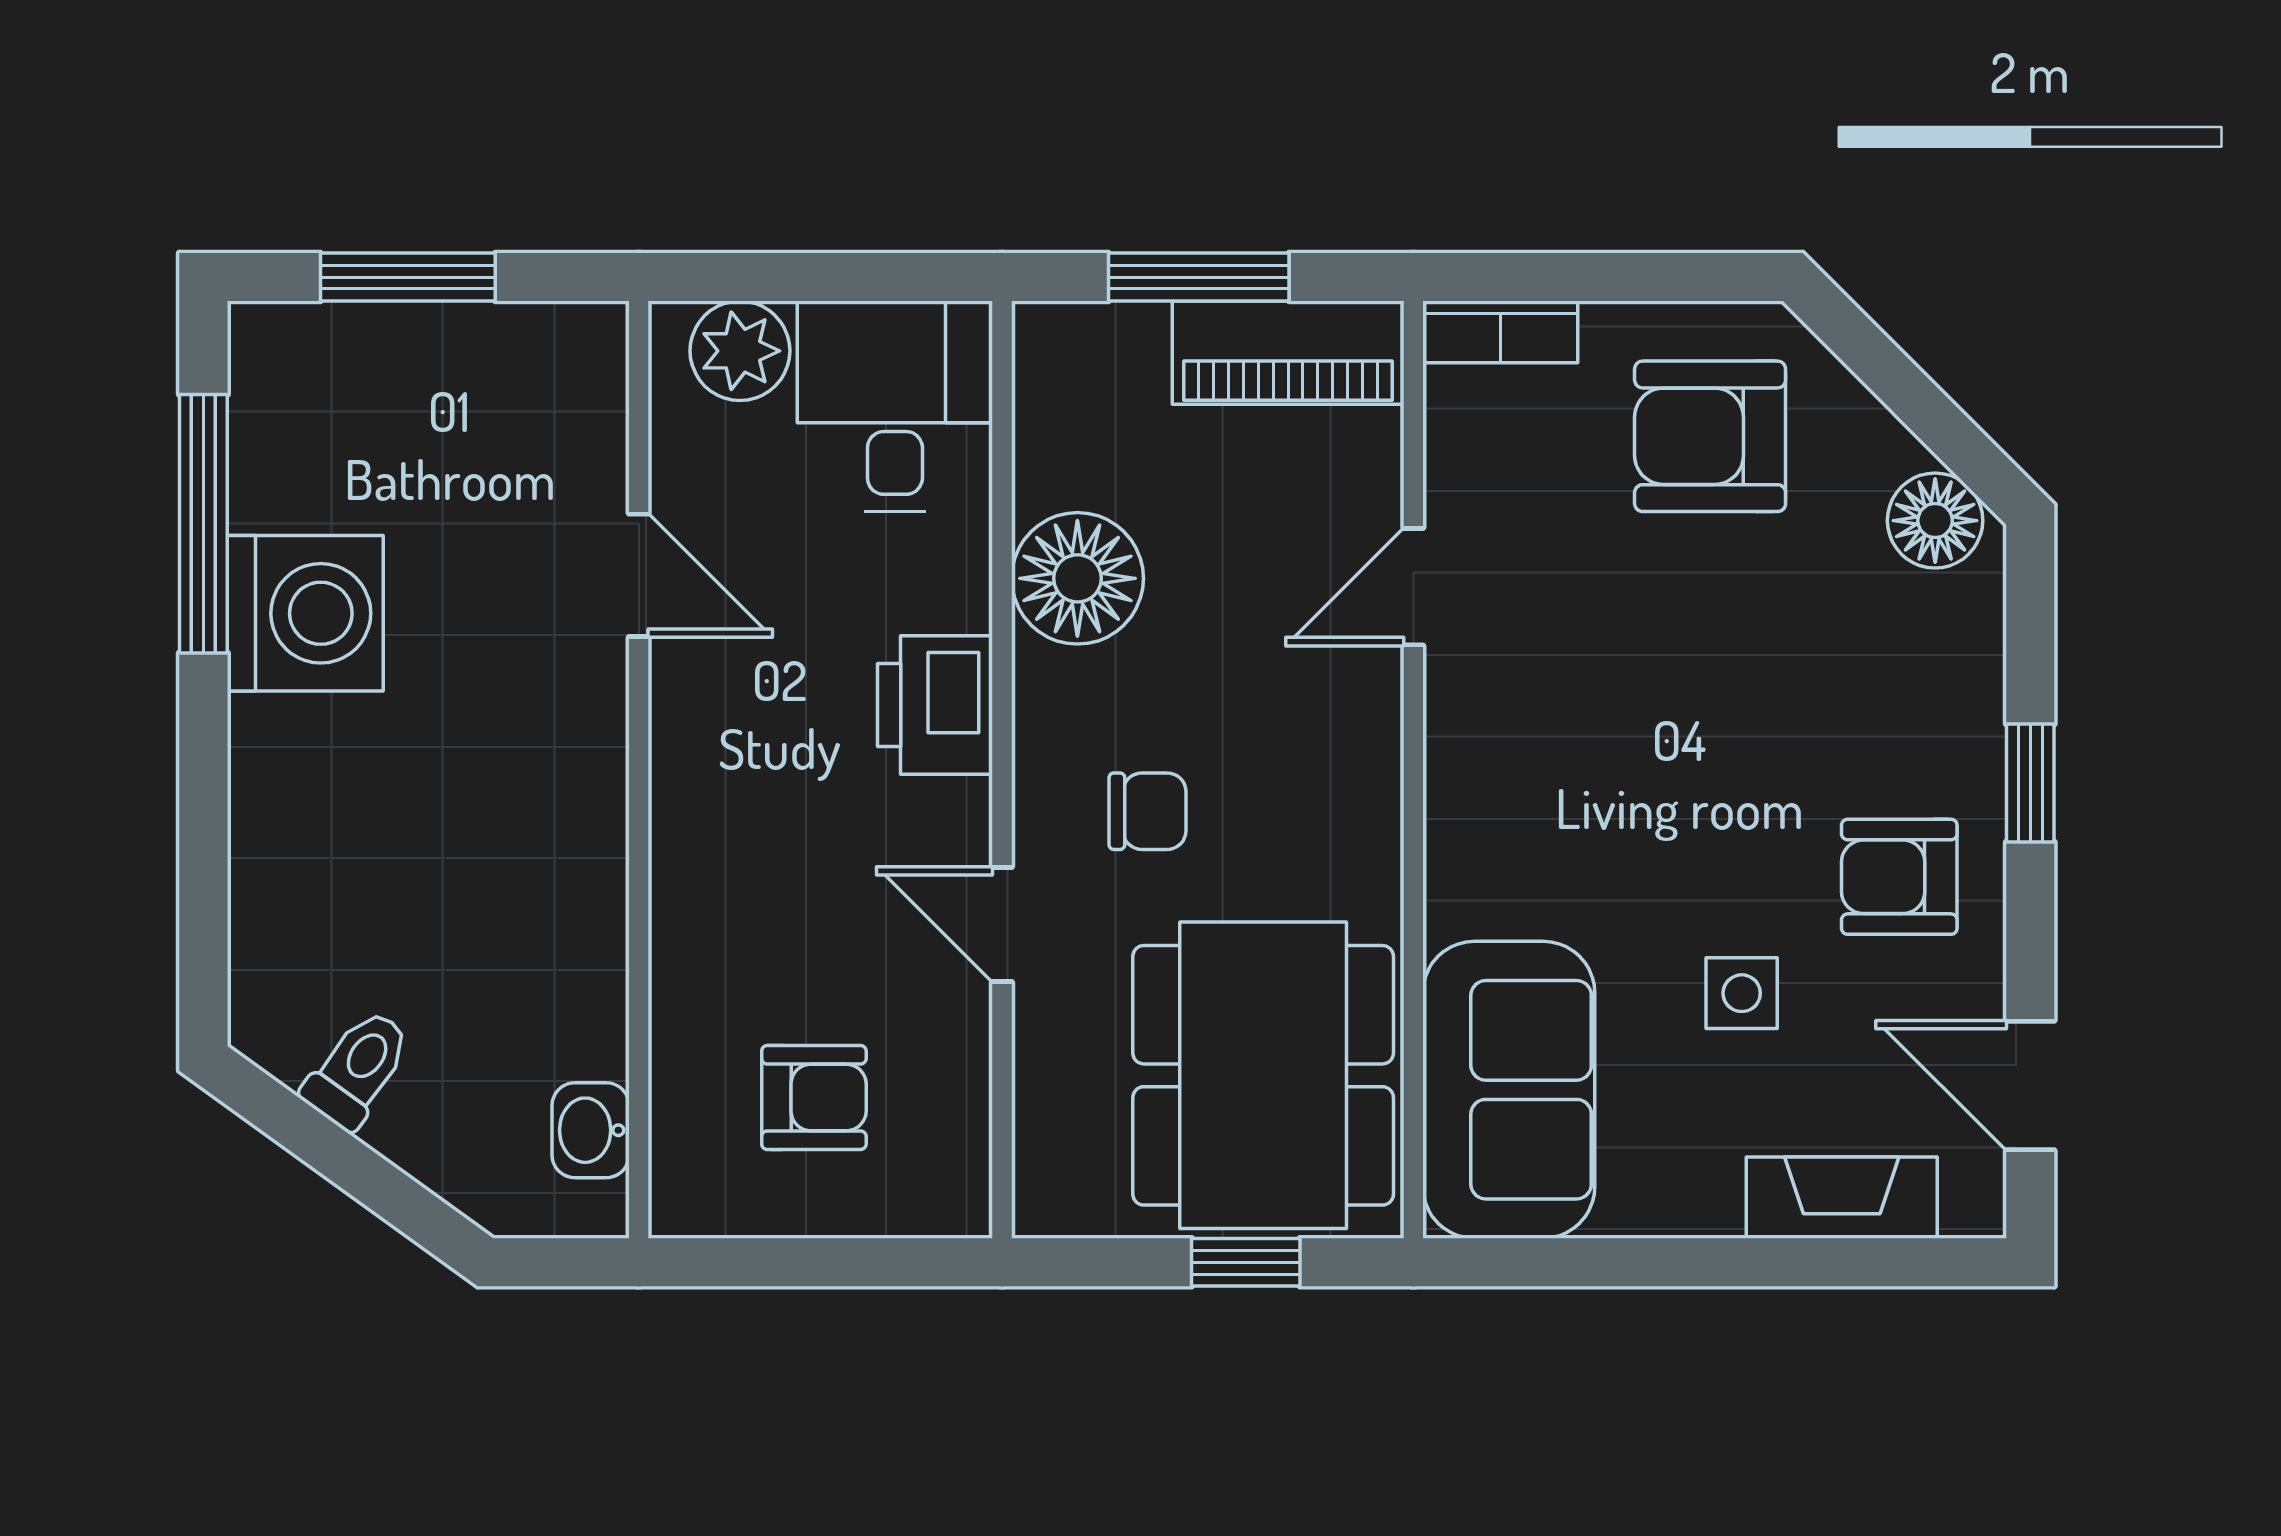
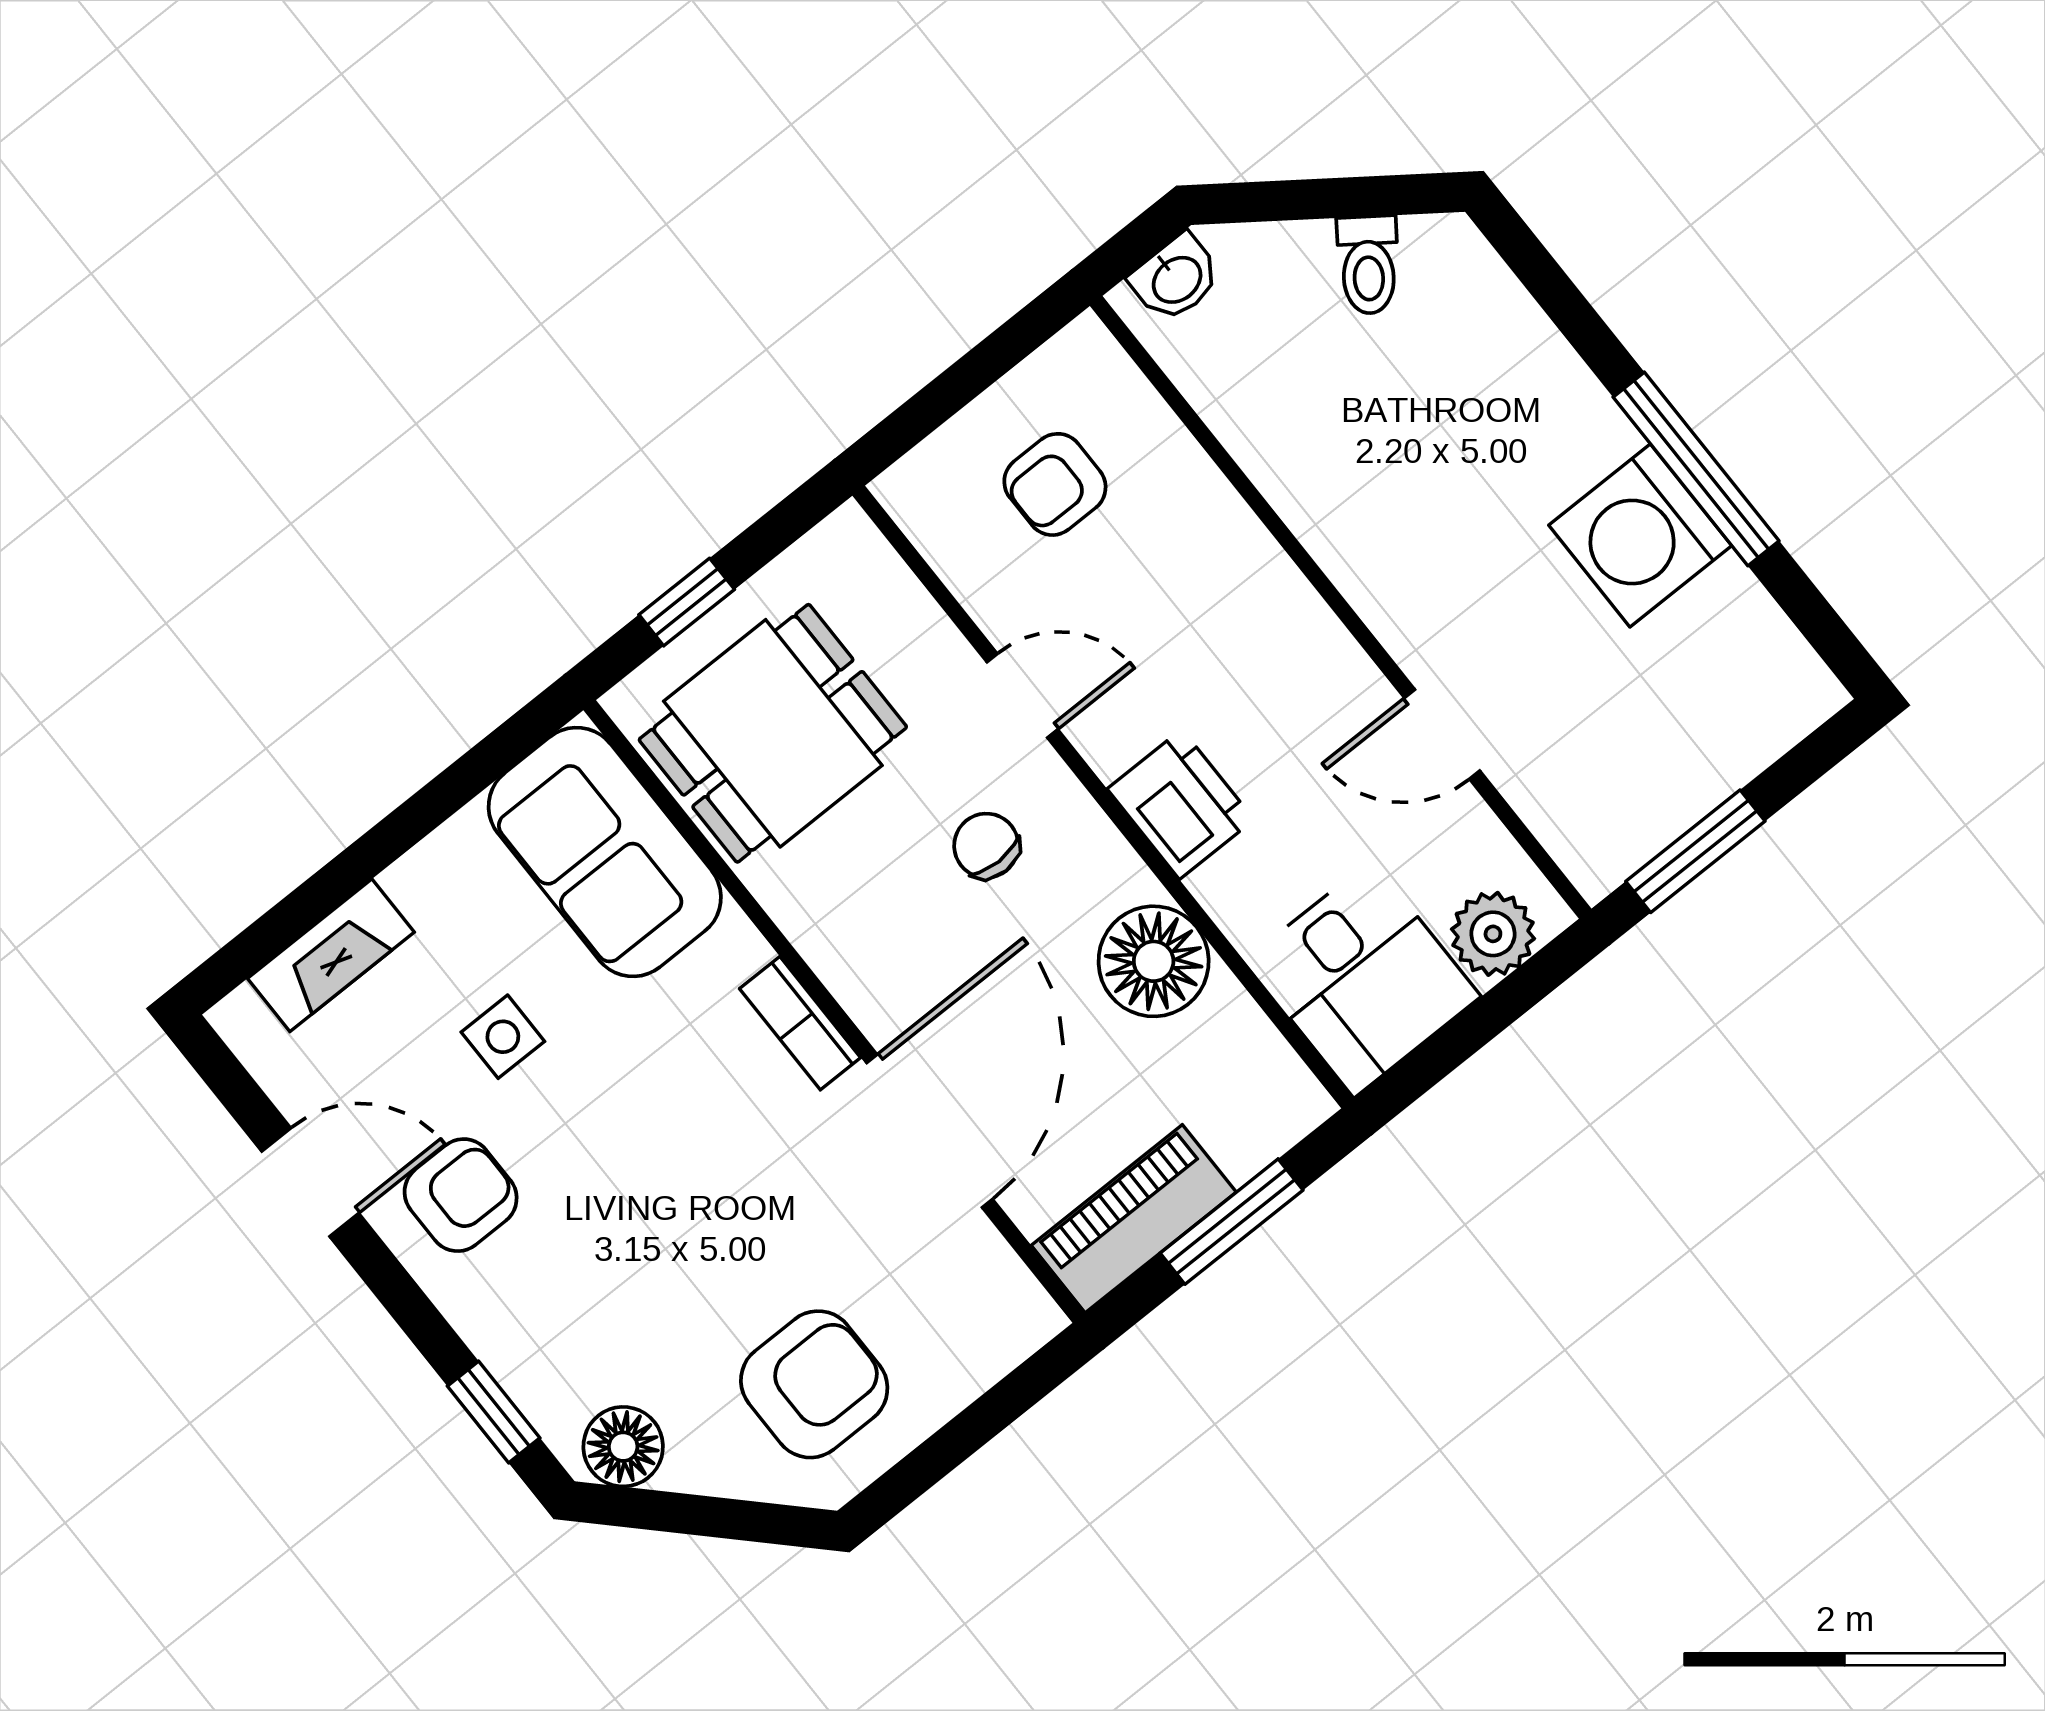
window: (408, 277) -> (1695, 851), moved
bookcase: (1500, 332) -> (800, 1023), moved, turned -90
window: (203, 524) -> (1696, 469), moved
door: (1413, 587) -> (930, 1131), width x1.87
window: (2030, 783) -> (494, 1412), moved
chair: (1148, 811) -> (986, 846), turned 90
dining table: (1263, 1075) -> (773, 733), width x0.73
door: (2030, 1085) -> (310, 1182), moved
washbasin: (591, 1130) -> (1176, 278), moved, turned 90

